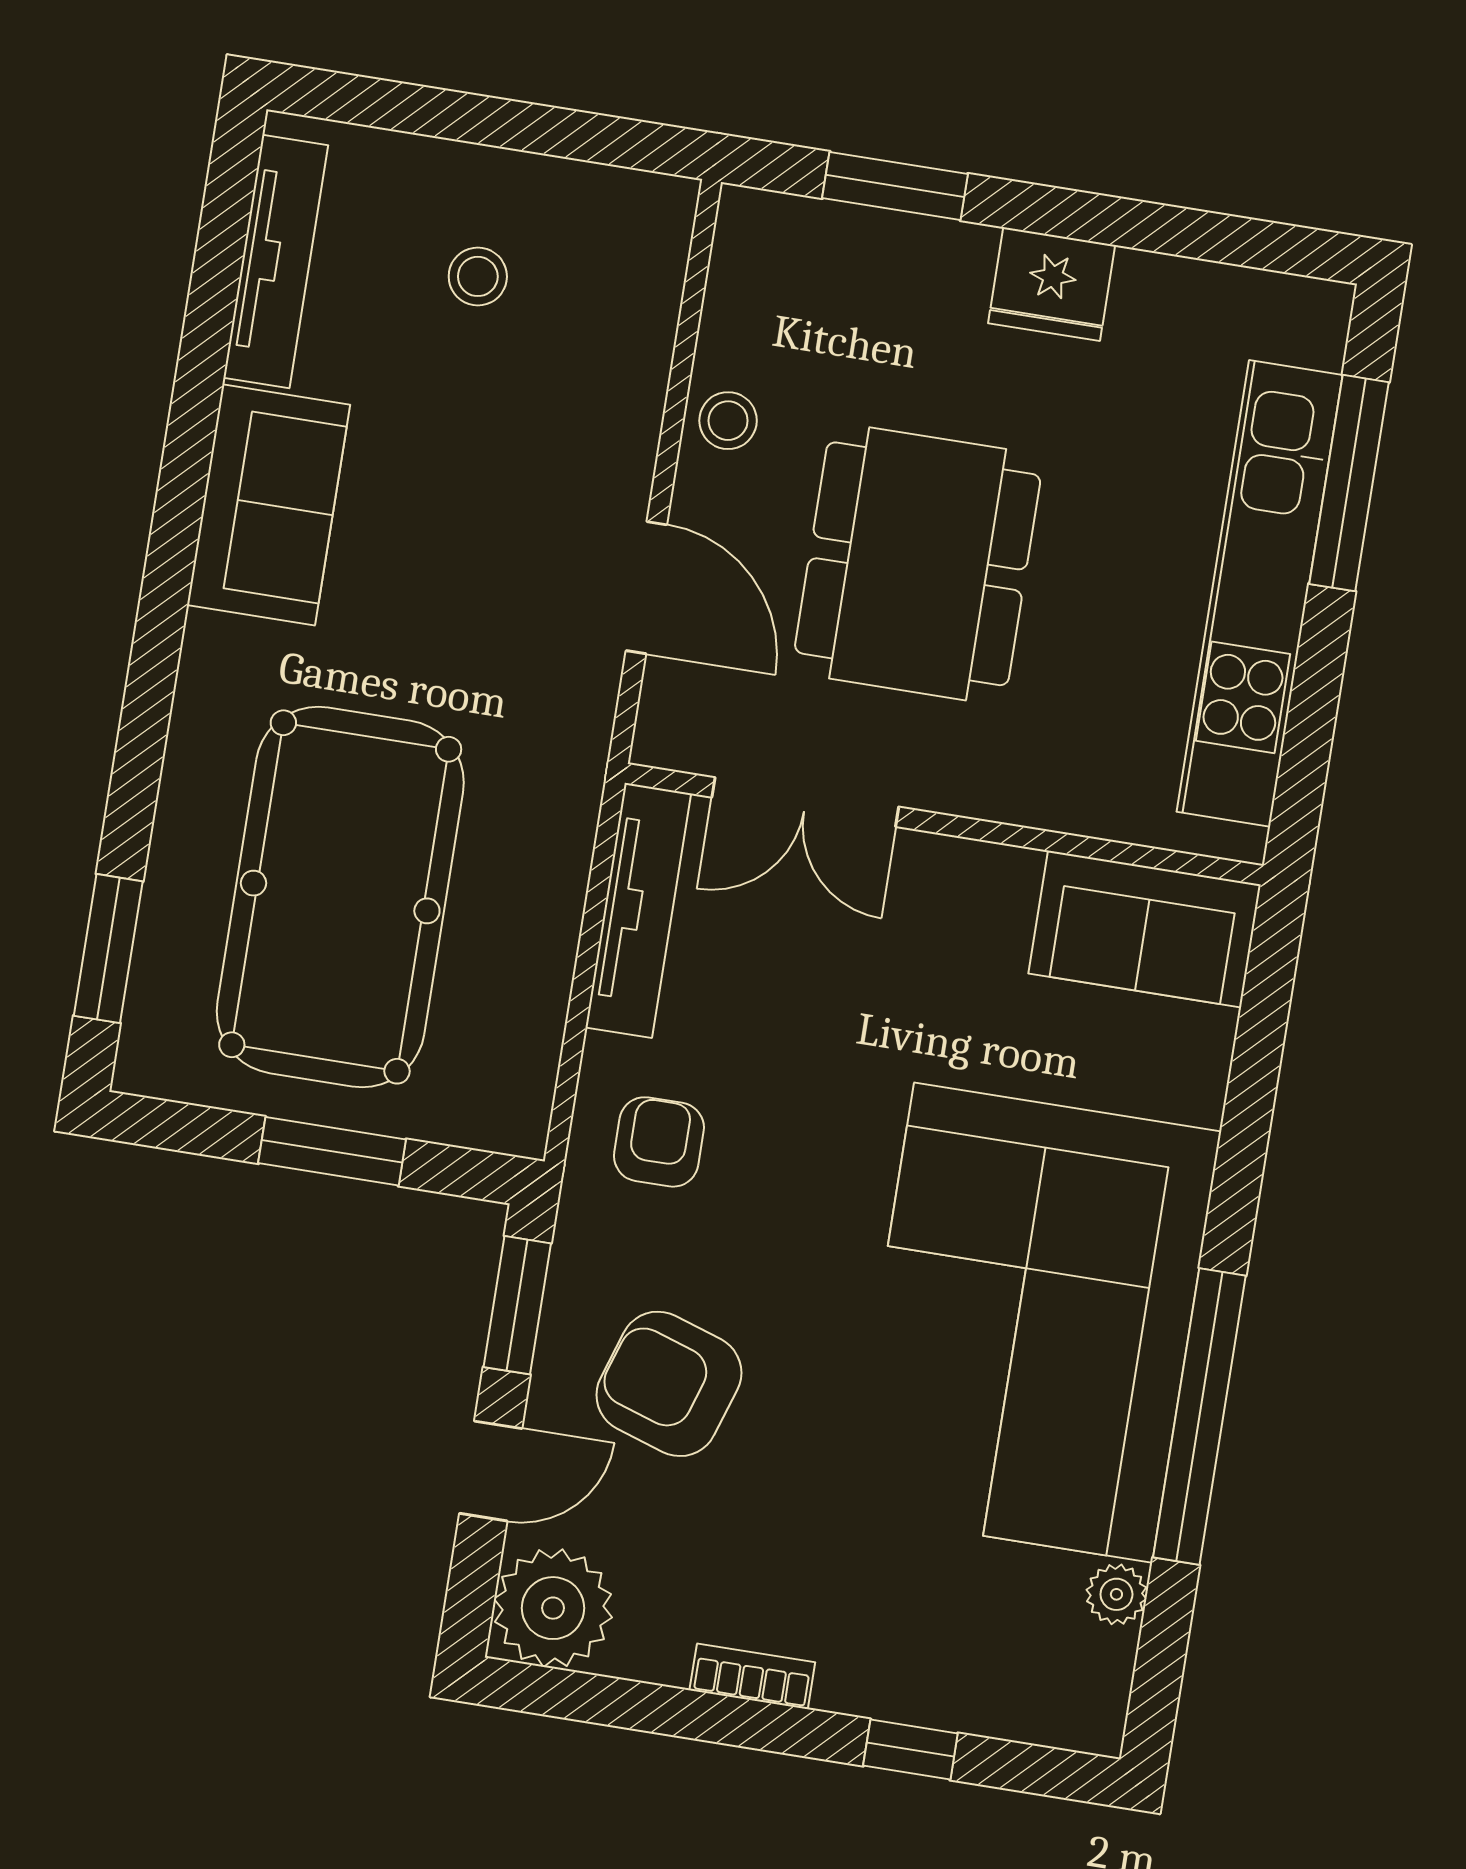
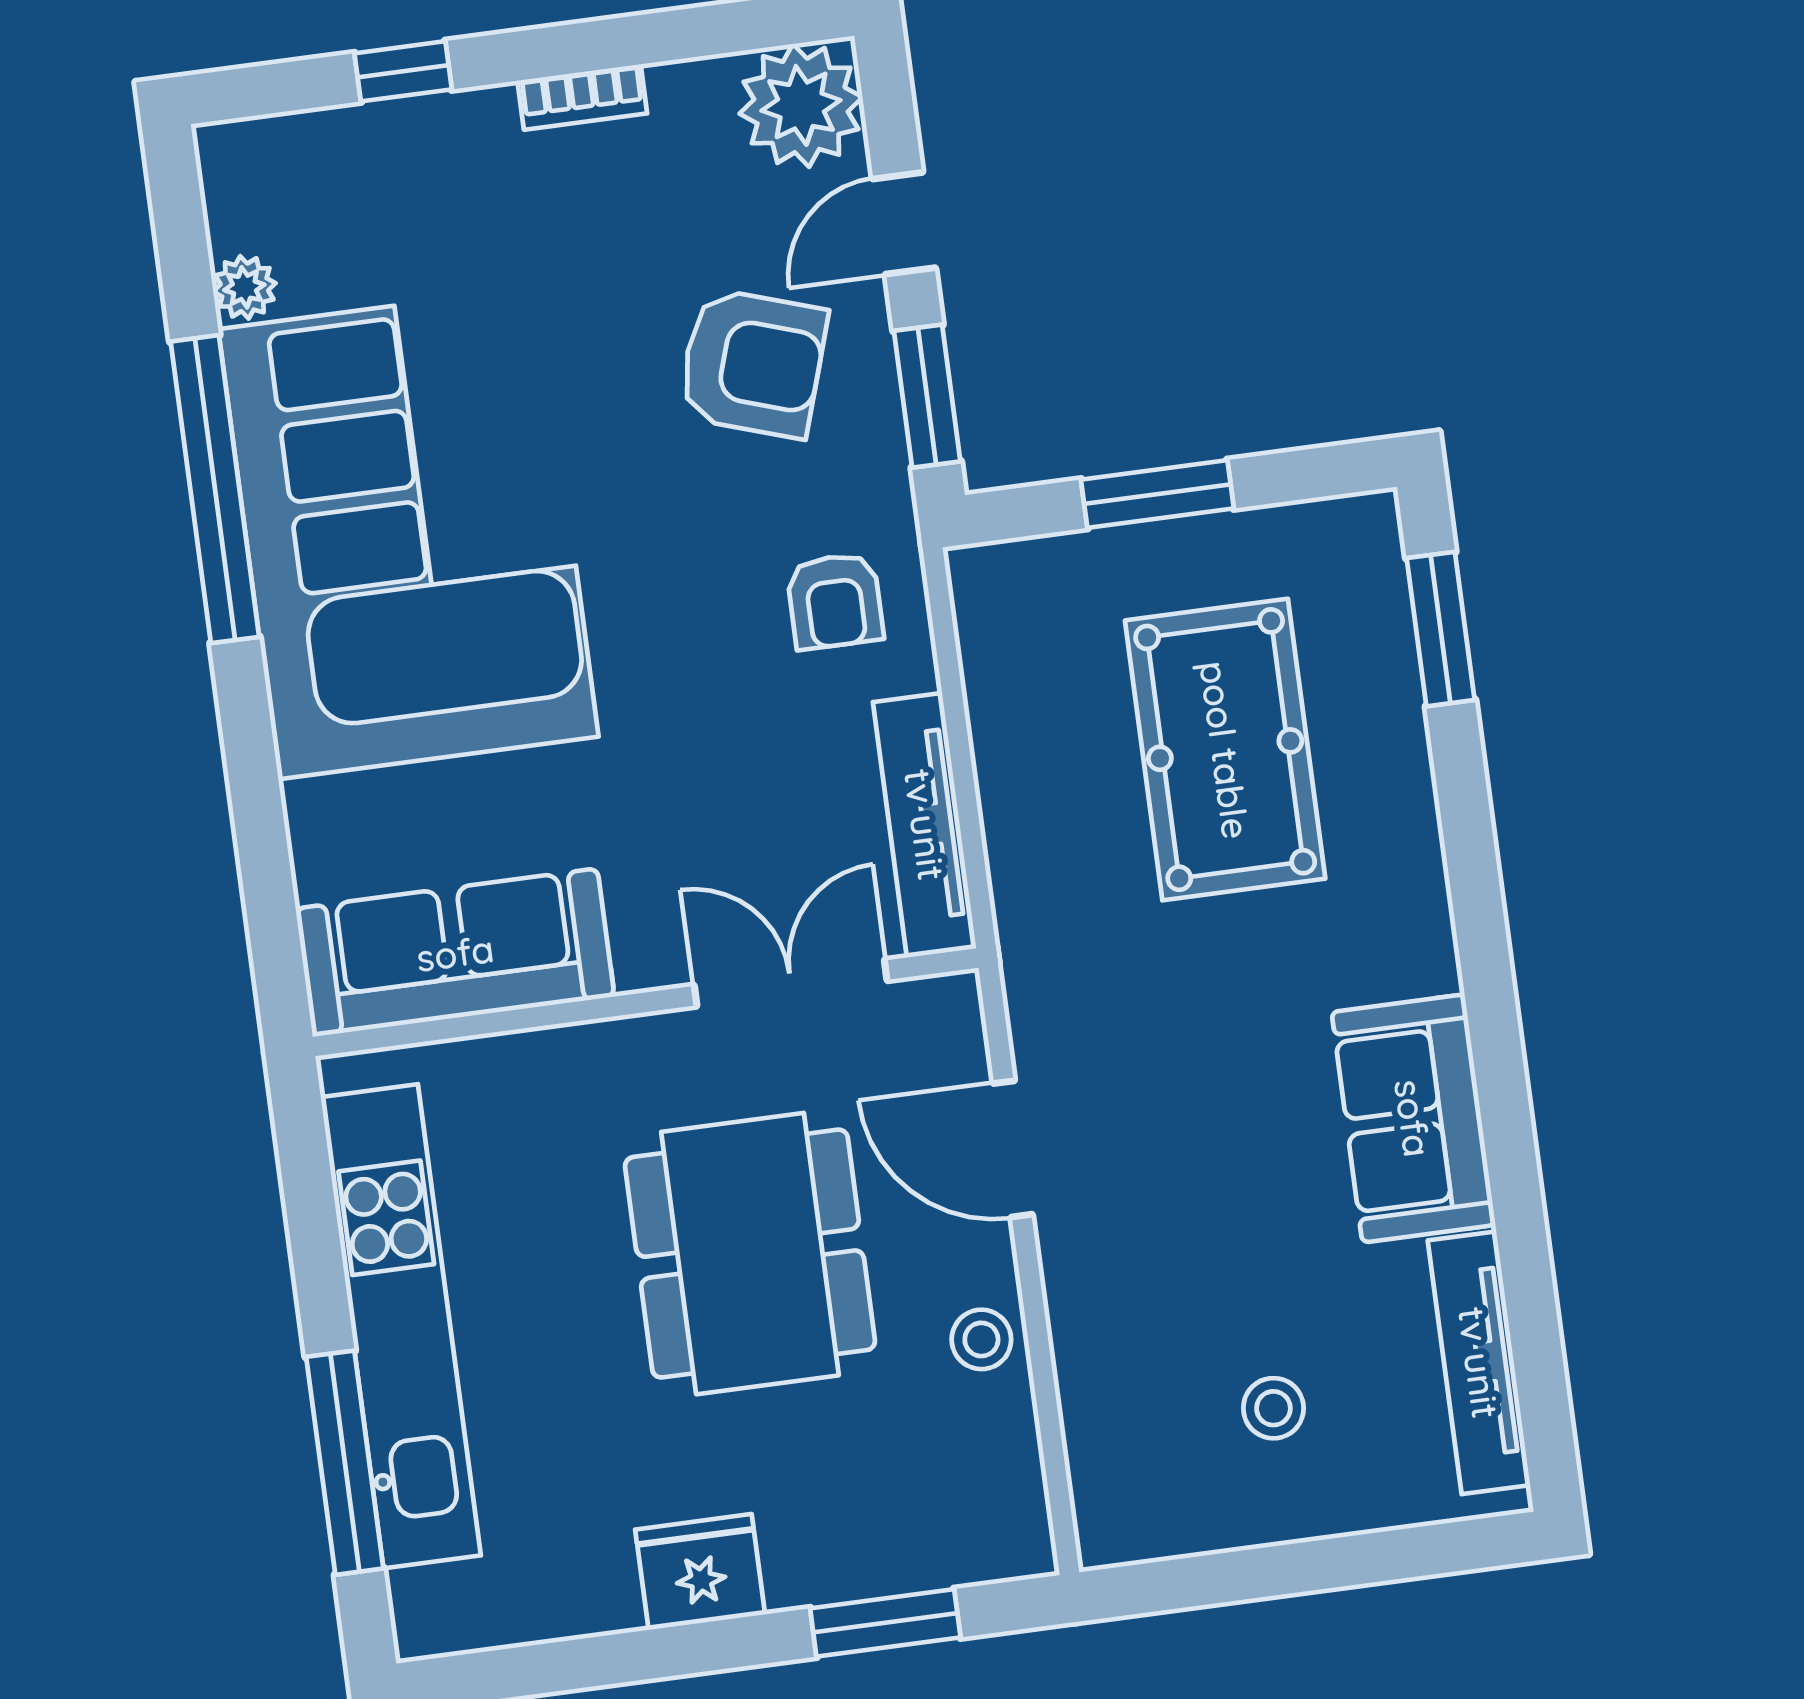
pool table: (340, 897) -> (1225, 750), width x0.73, depth x0.76
sofa: (1145, 929) -> (455, 953), width x1.36

